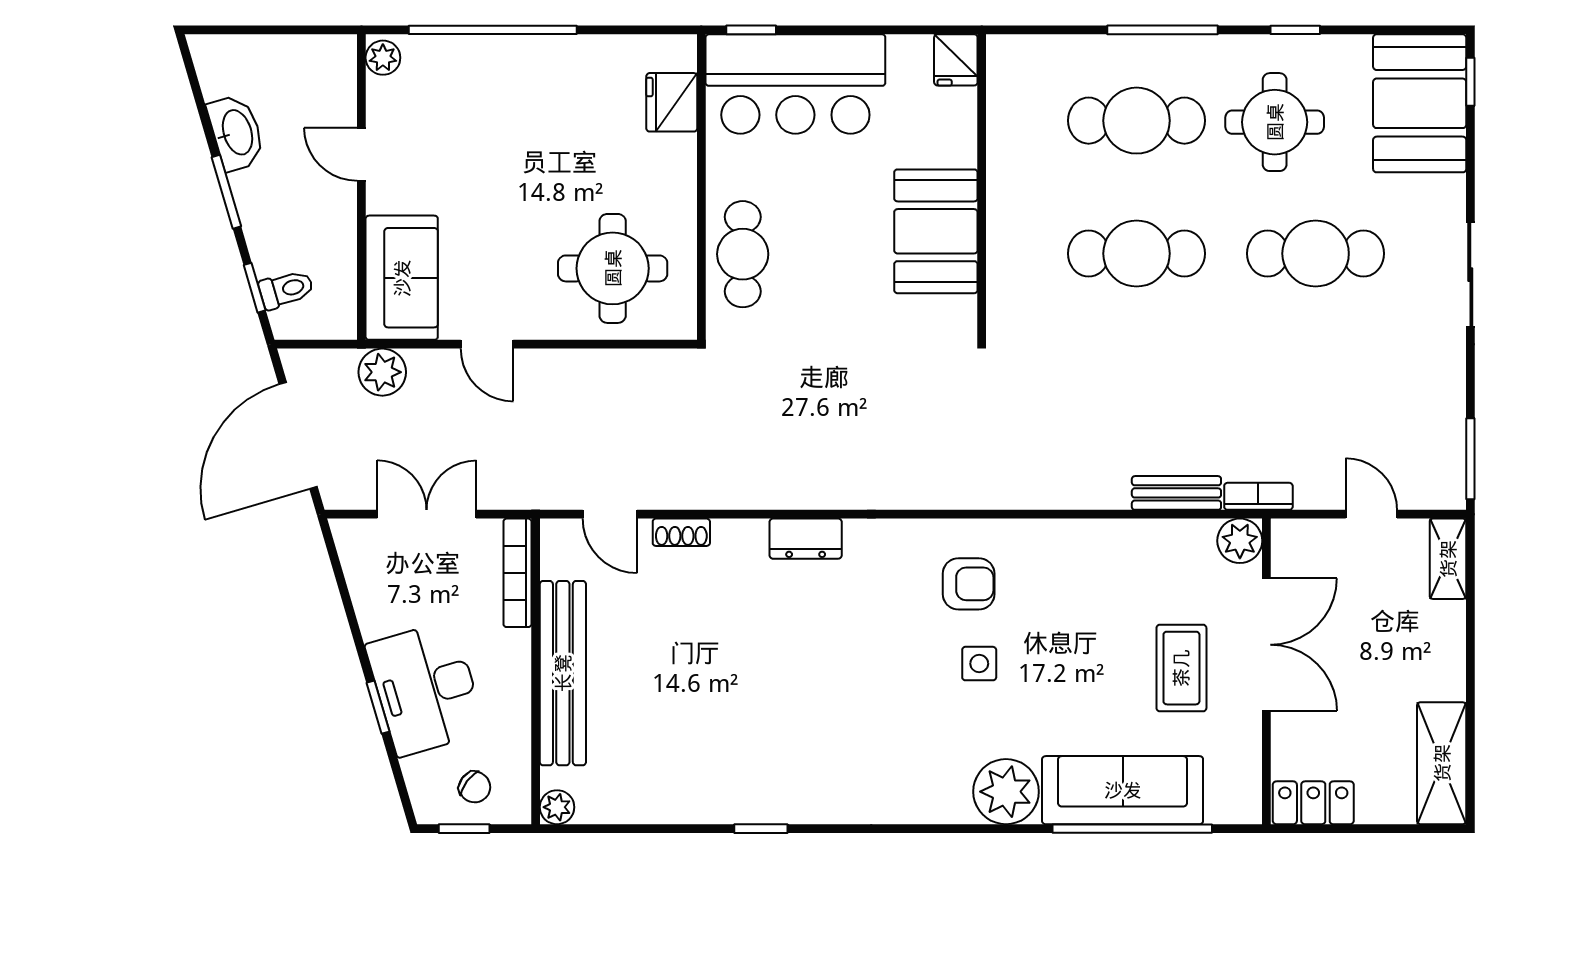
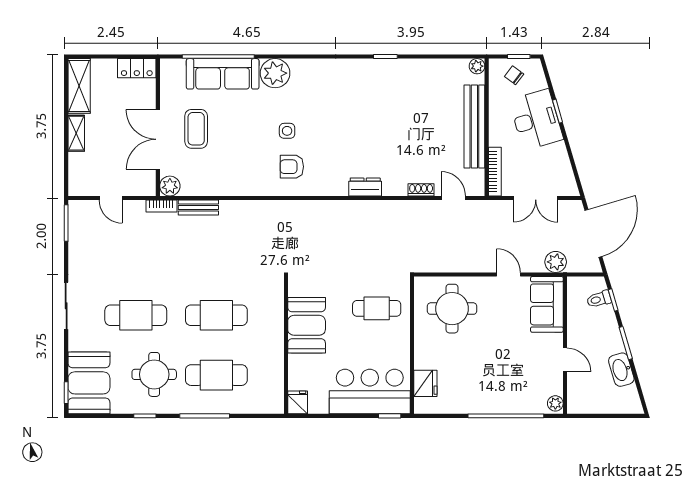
cafe table: (743, 254) -> (377, 308), moved, turned 90
shelving: (1448, 559) -> (76, 133), moved

